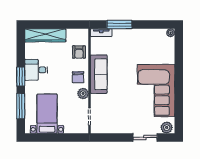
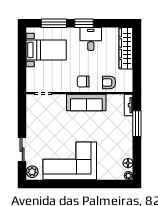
floor lamp: (158, 33) -> (128, 163), added
plant: (83, 94) -> (67, 87), removed

